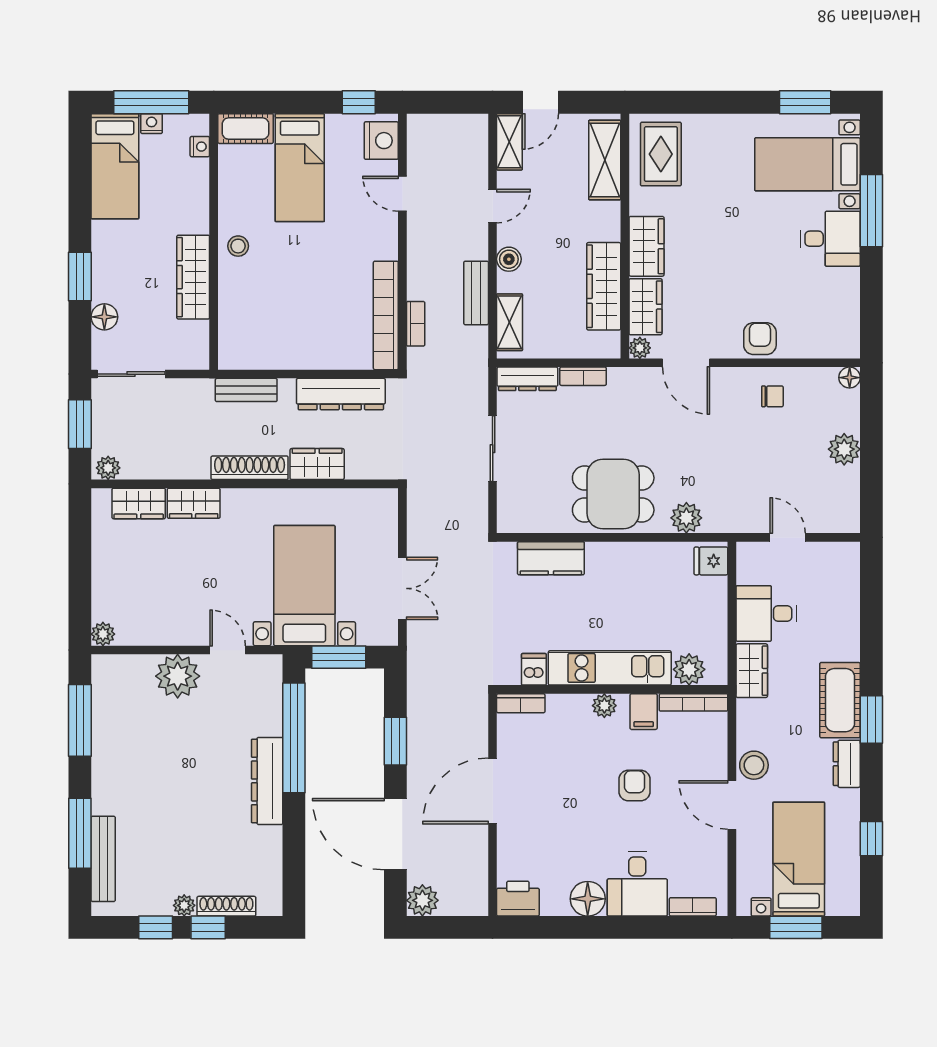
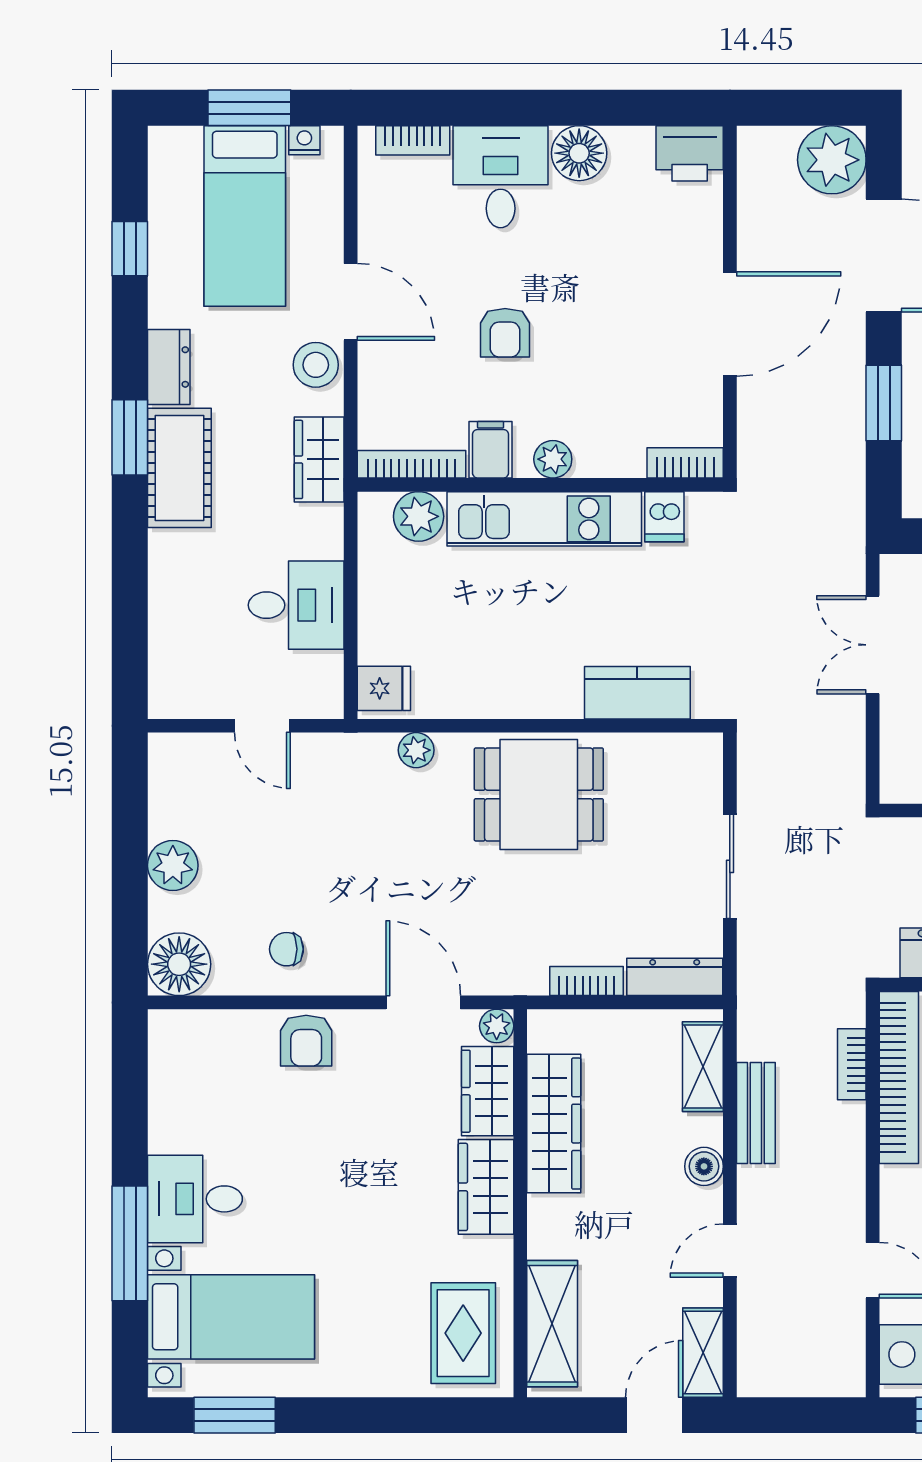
floor lamp: (850, 378) -> (179, 964), width x1.89, depth x1.89
plant: (686, 518) -> (416, 750), width x0.73, depth x0.73
wardrobe: (752, 671) -> (319, 459), moved
plant: (422, 900) -> (832, 160), width x1.36, depth x1.36

